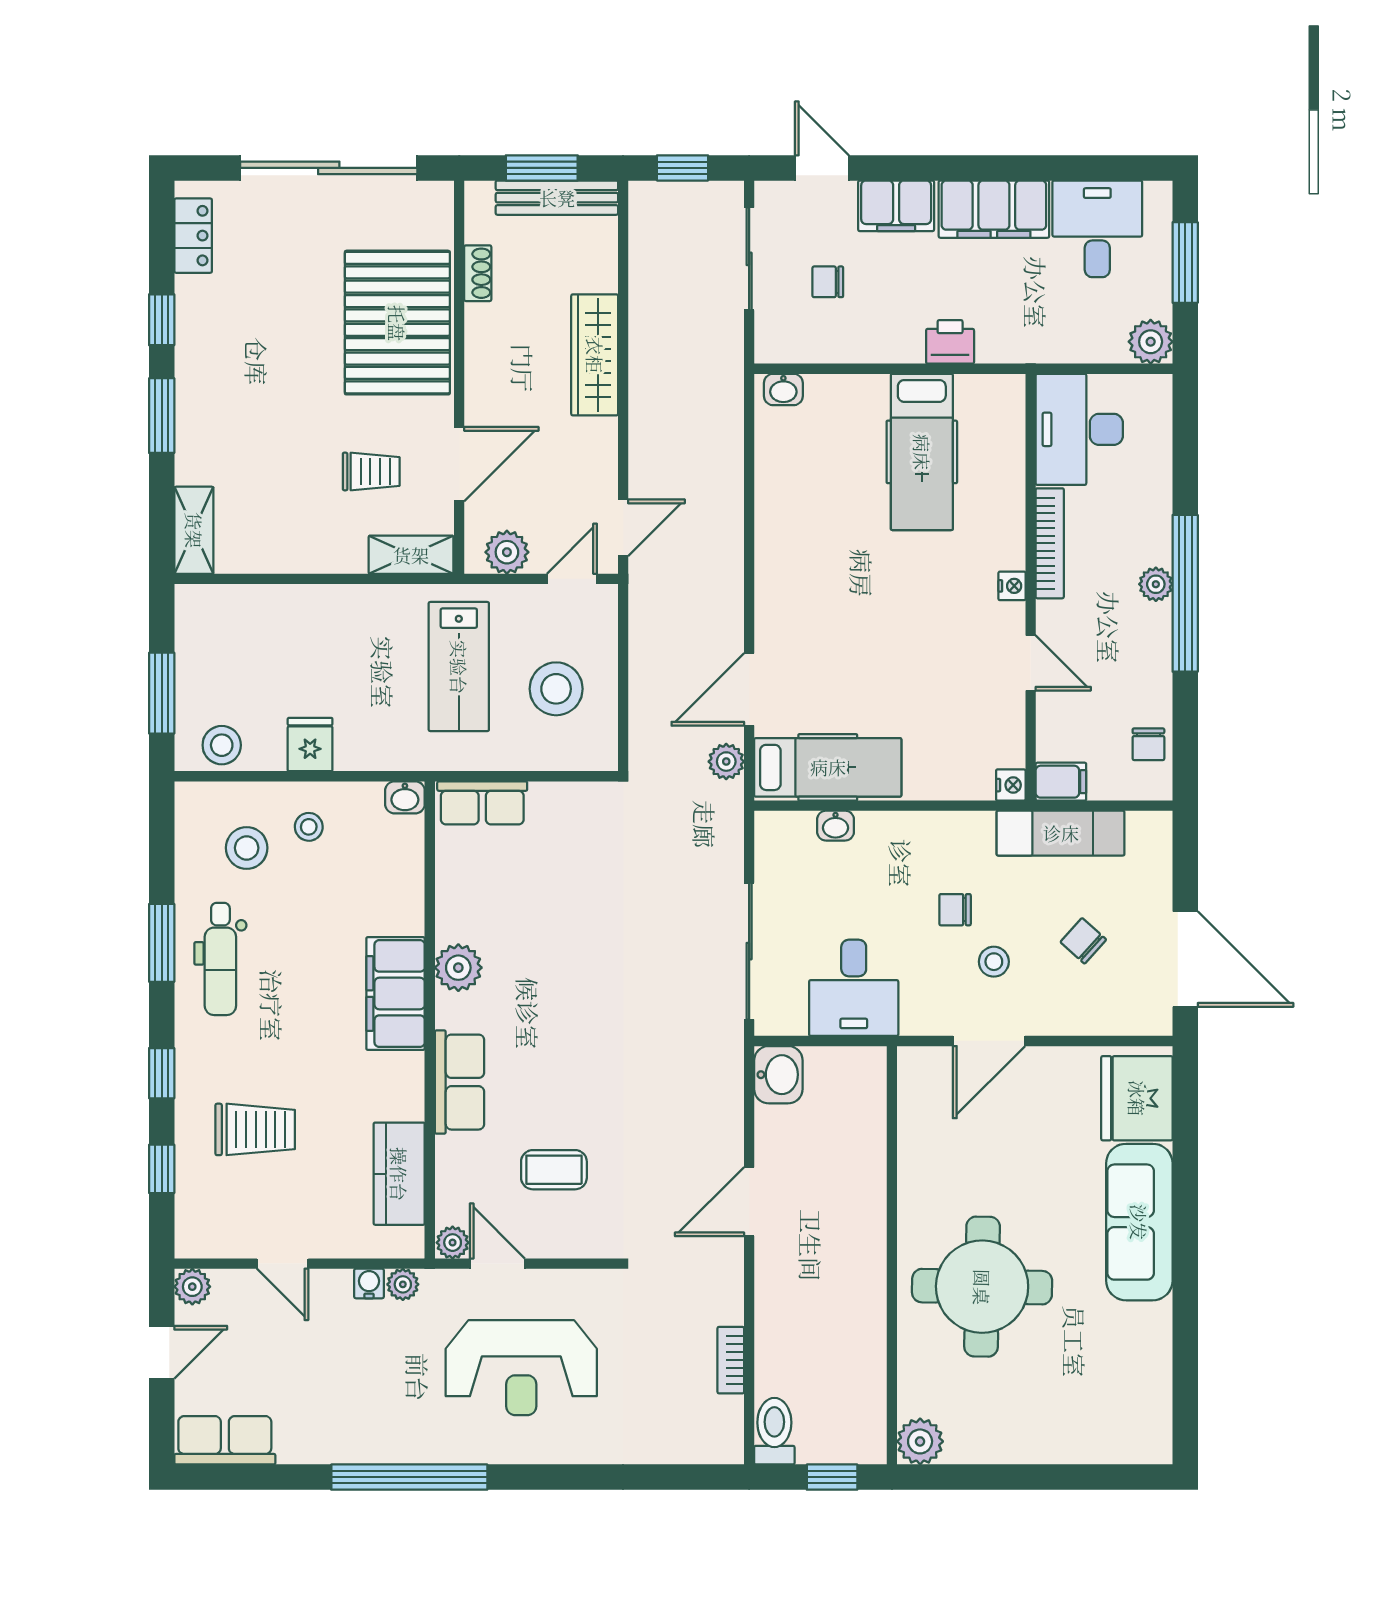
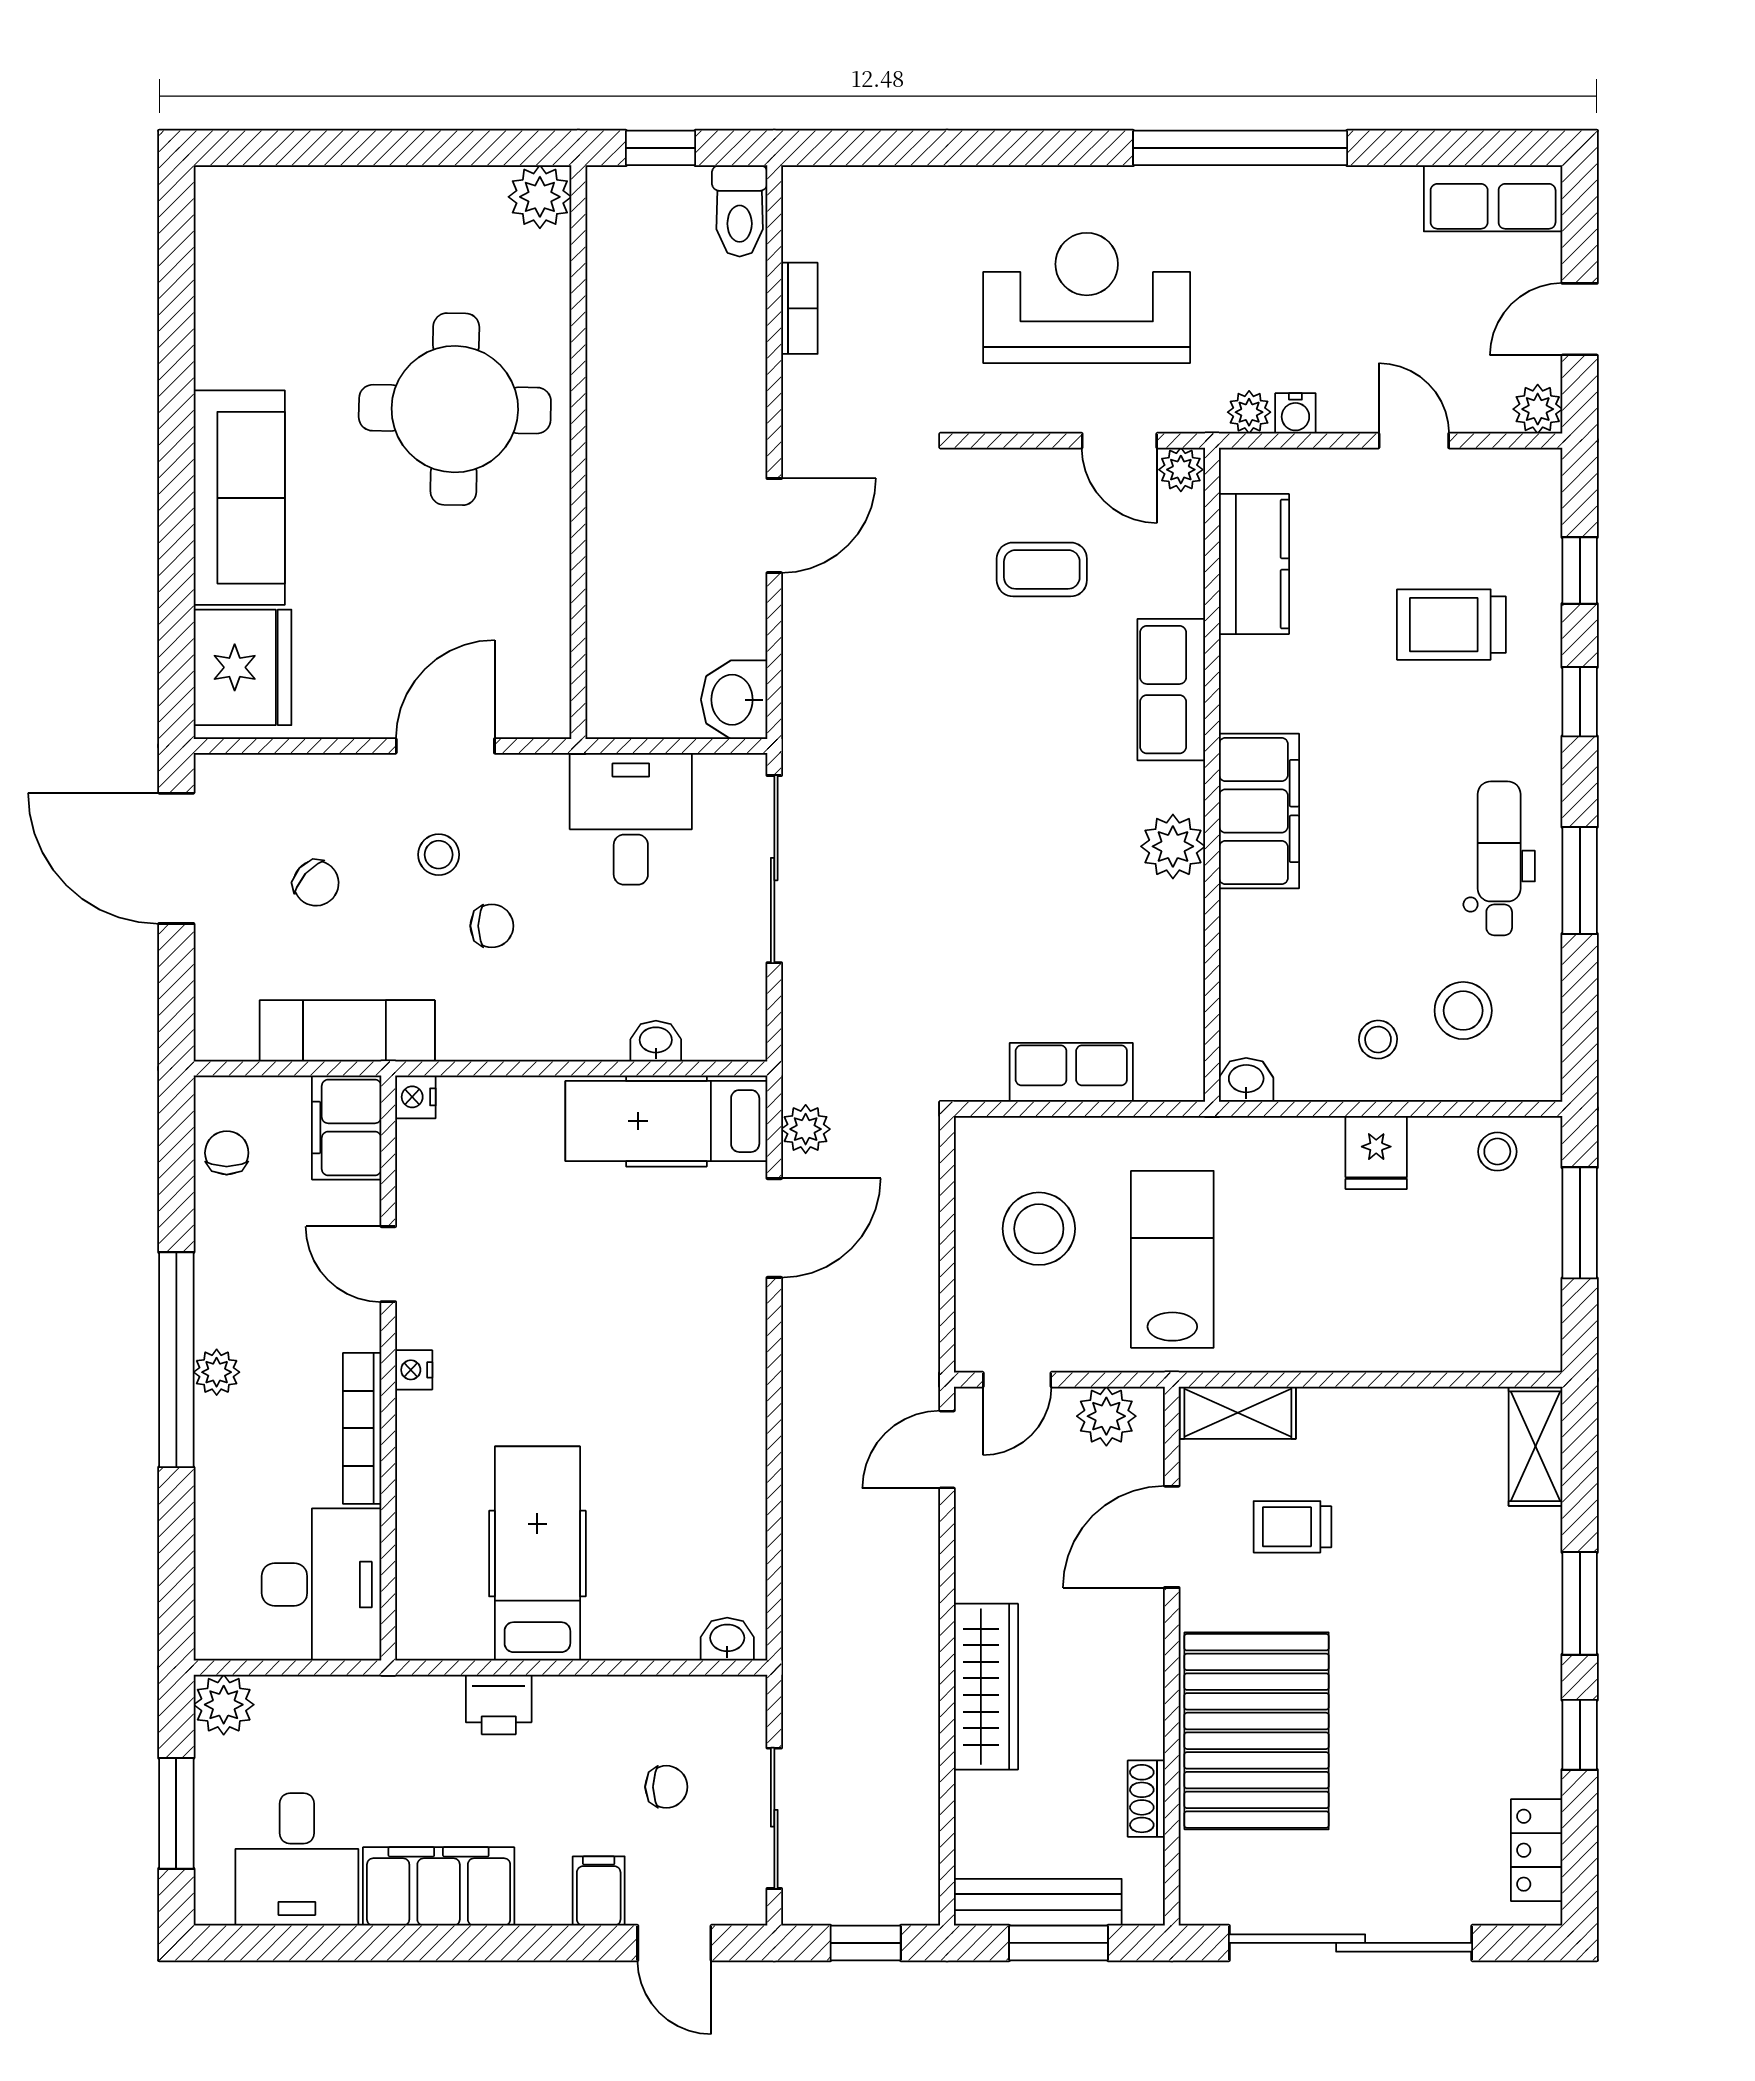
filing cabinet: (896, 206) -> (599, 1891), width x0.50
stool: (222, 745) -> (1497, 1152), width x0.73, depth x0.73
filing cabinet: (1061, 782) -> (347, 1127), width x2.00
row of seats: (482, 803) -> (1071, 1072), moved

